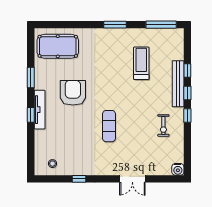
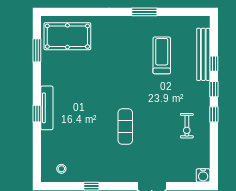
window: (115, 25) -> (144, 12), moved
window: (161, 25) -> (184, 12), removed
window: (31, 78) -> (37, 50), moved
bench: (178, 84) -> (203, 54), moved
armchair: (73, 93) -> (84, 89), removed

